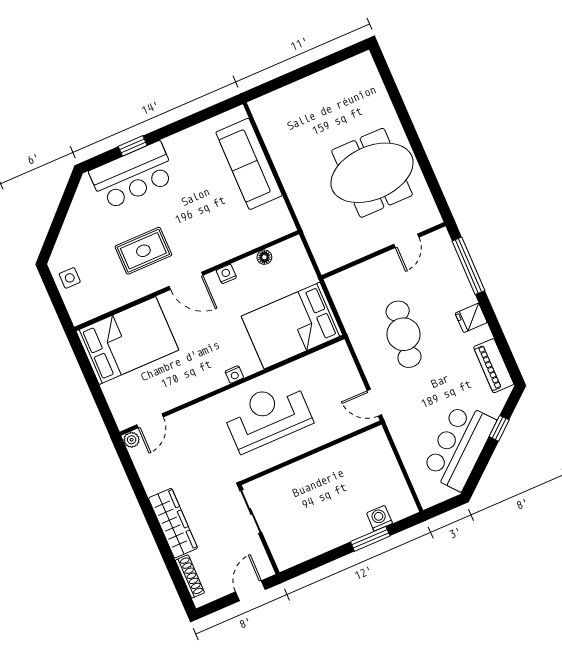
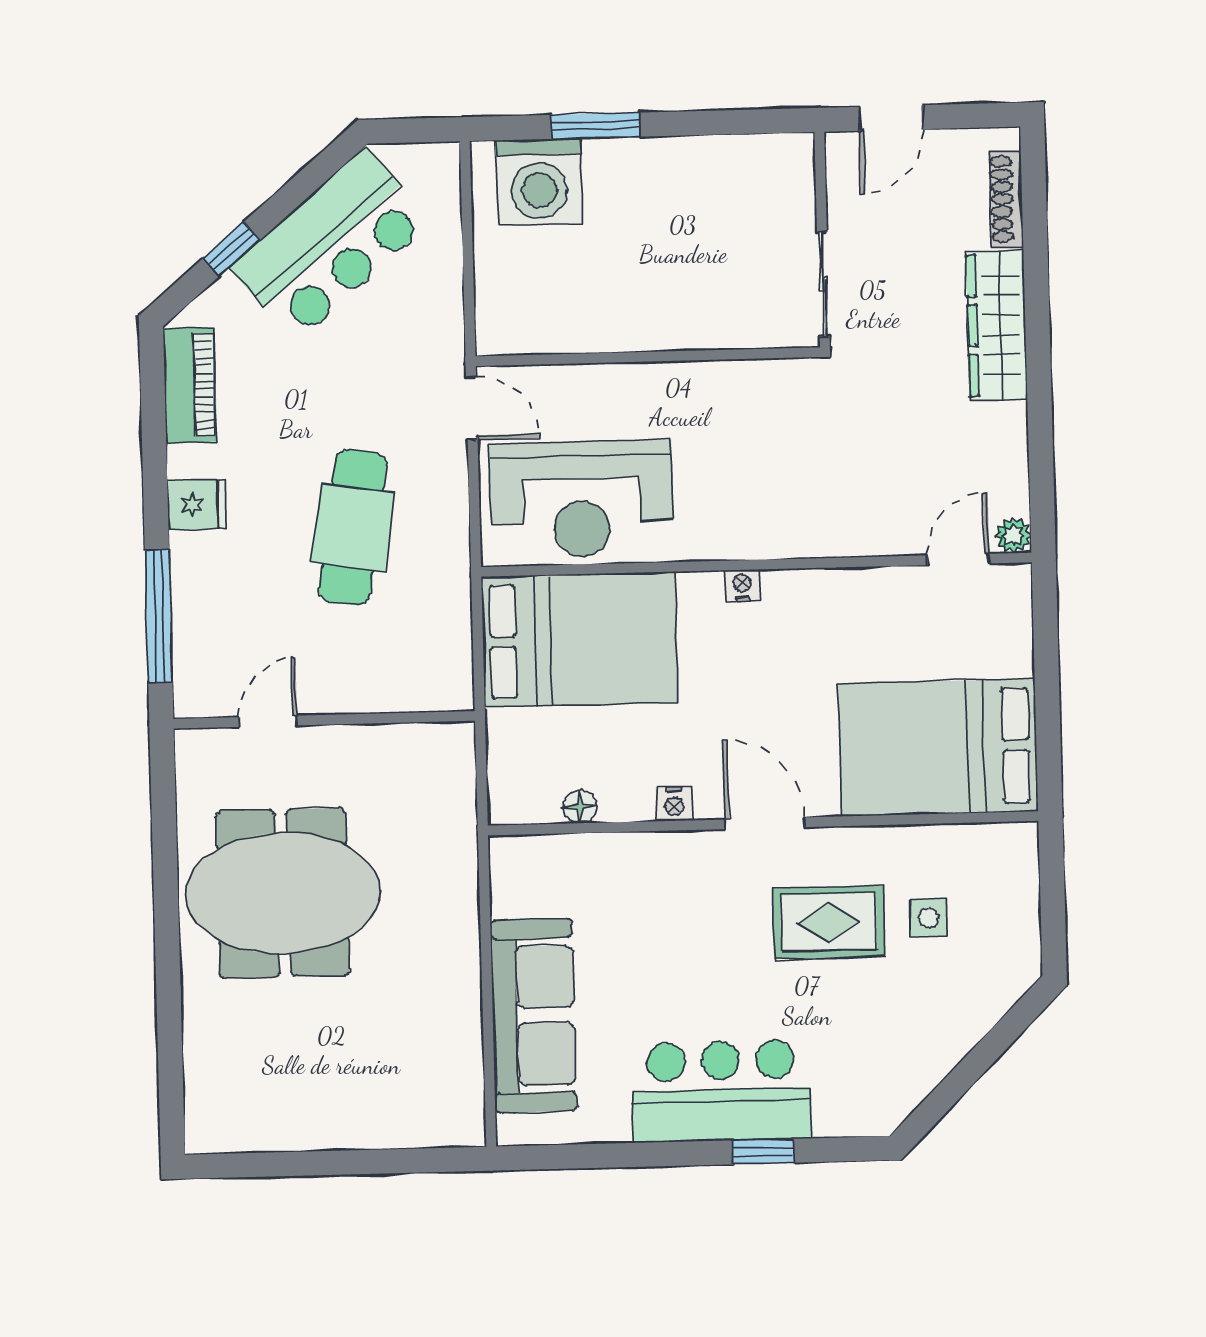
bar counter: (133, 175) -> (721, 1091), moved
side table: (70, 278) -> (928, 918), moved
reception desk: (267, 416) -> (582, 499), moved
washing machine: (379, 518) -> (539, 182), width x1.89, depth x1.89

